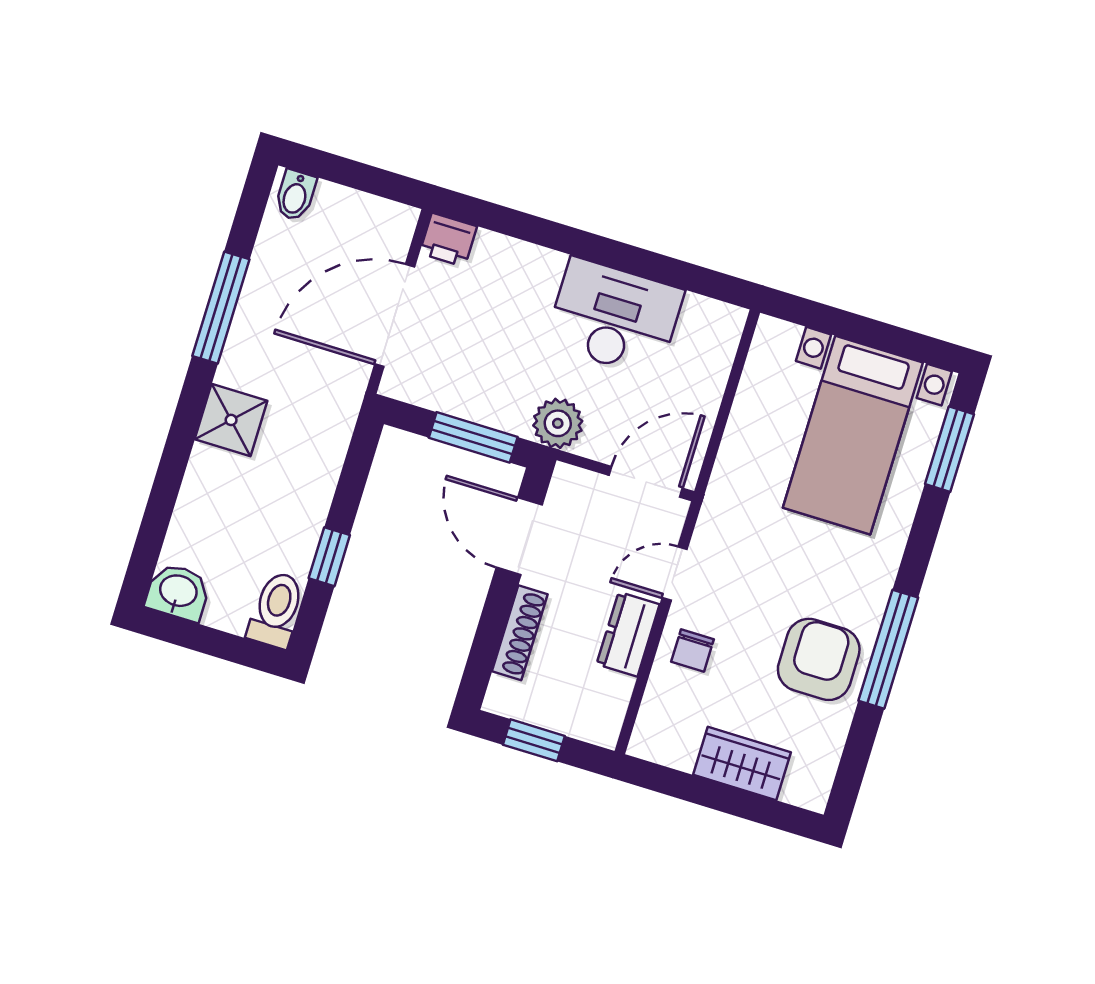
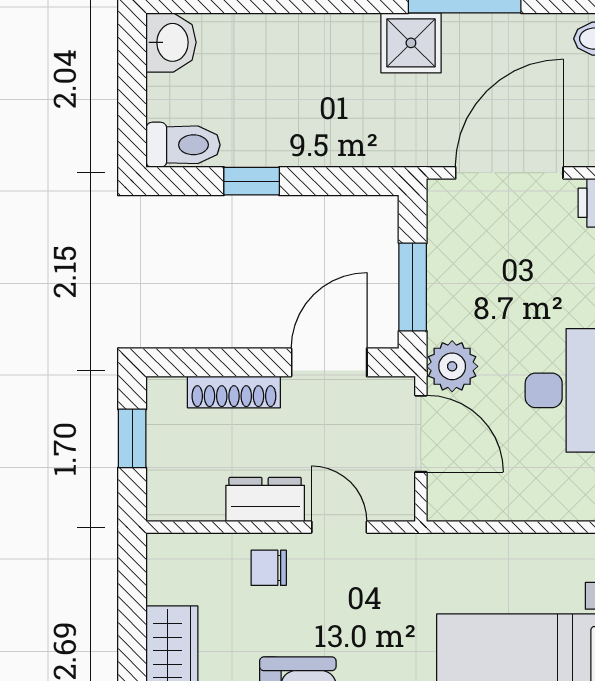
door: (395, 316) -> (509, 173), hinge flipped
shower: (231, 420) -> (411, 43), moved
door: (646, 482) -> (421, 434), moved

